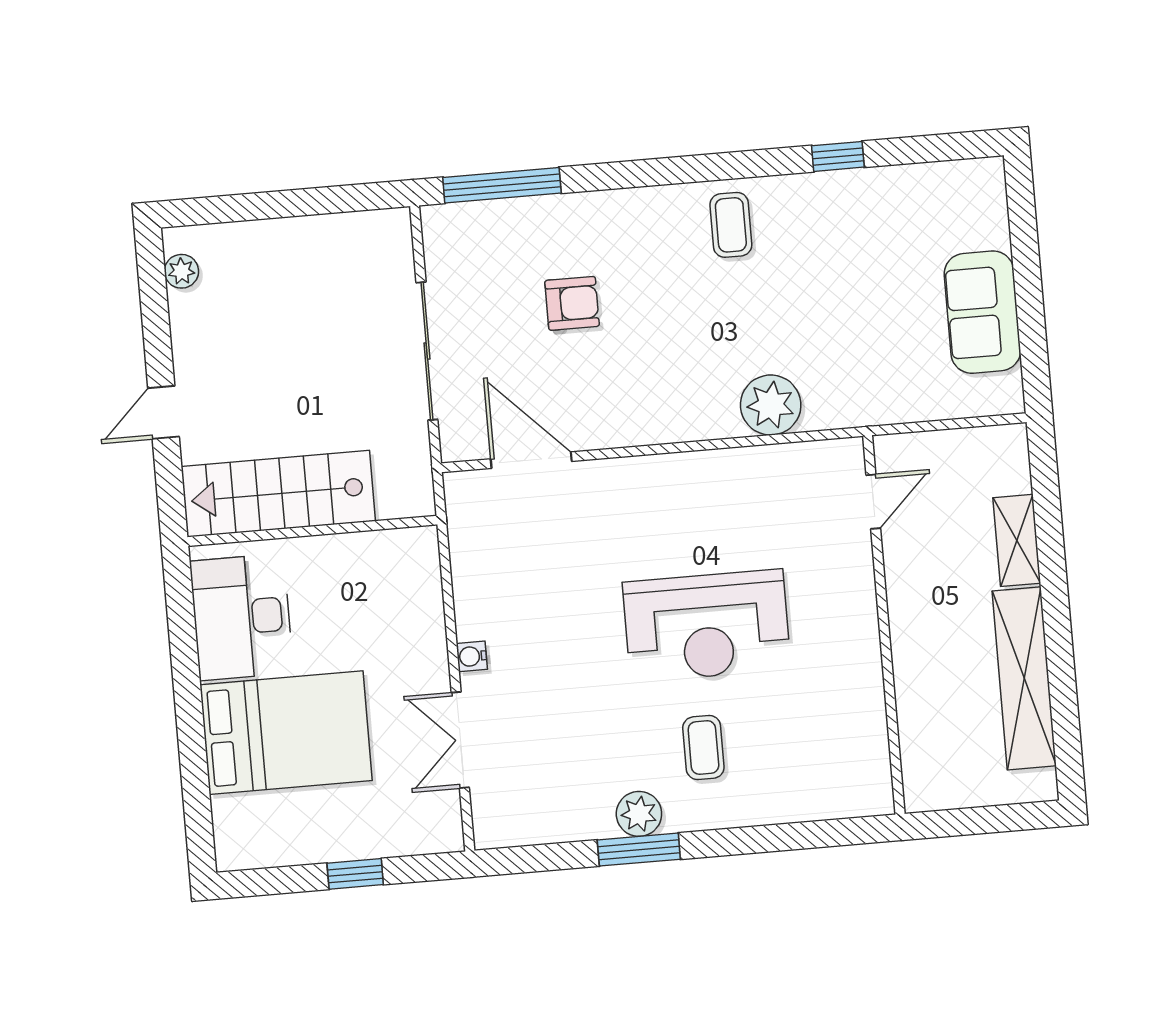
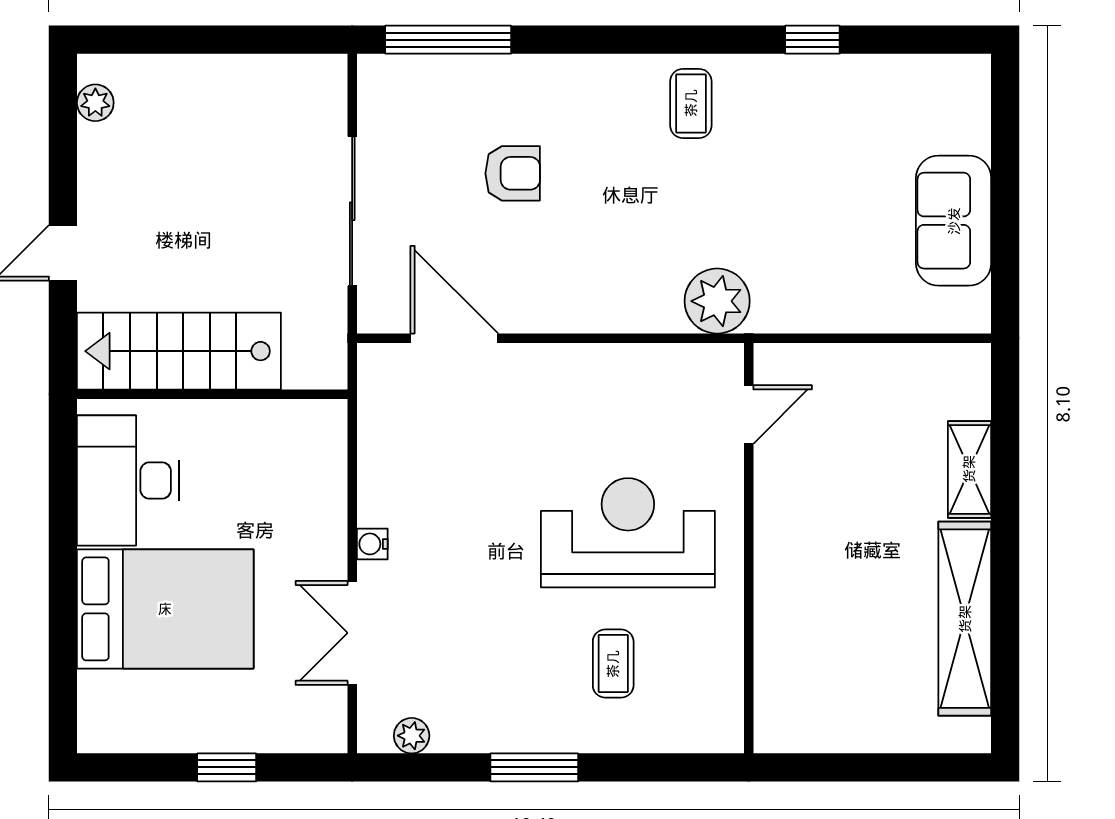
door: (873, 502) -> (749, 414), moved
wall: (884, 625) -> (749, 548), moved
reception desk: (707, 626) -> (628, 533), turned 180
plant: (639, 814) -> (412, 736), moved, width x0.73, depth x0.73

